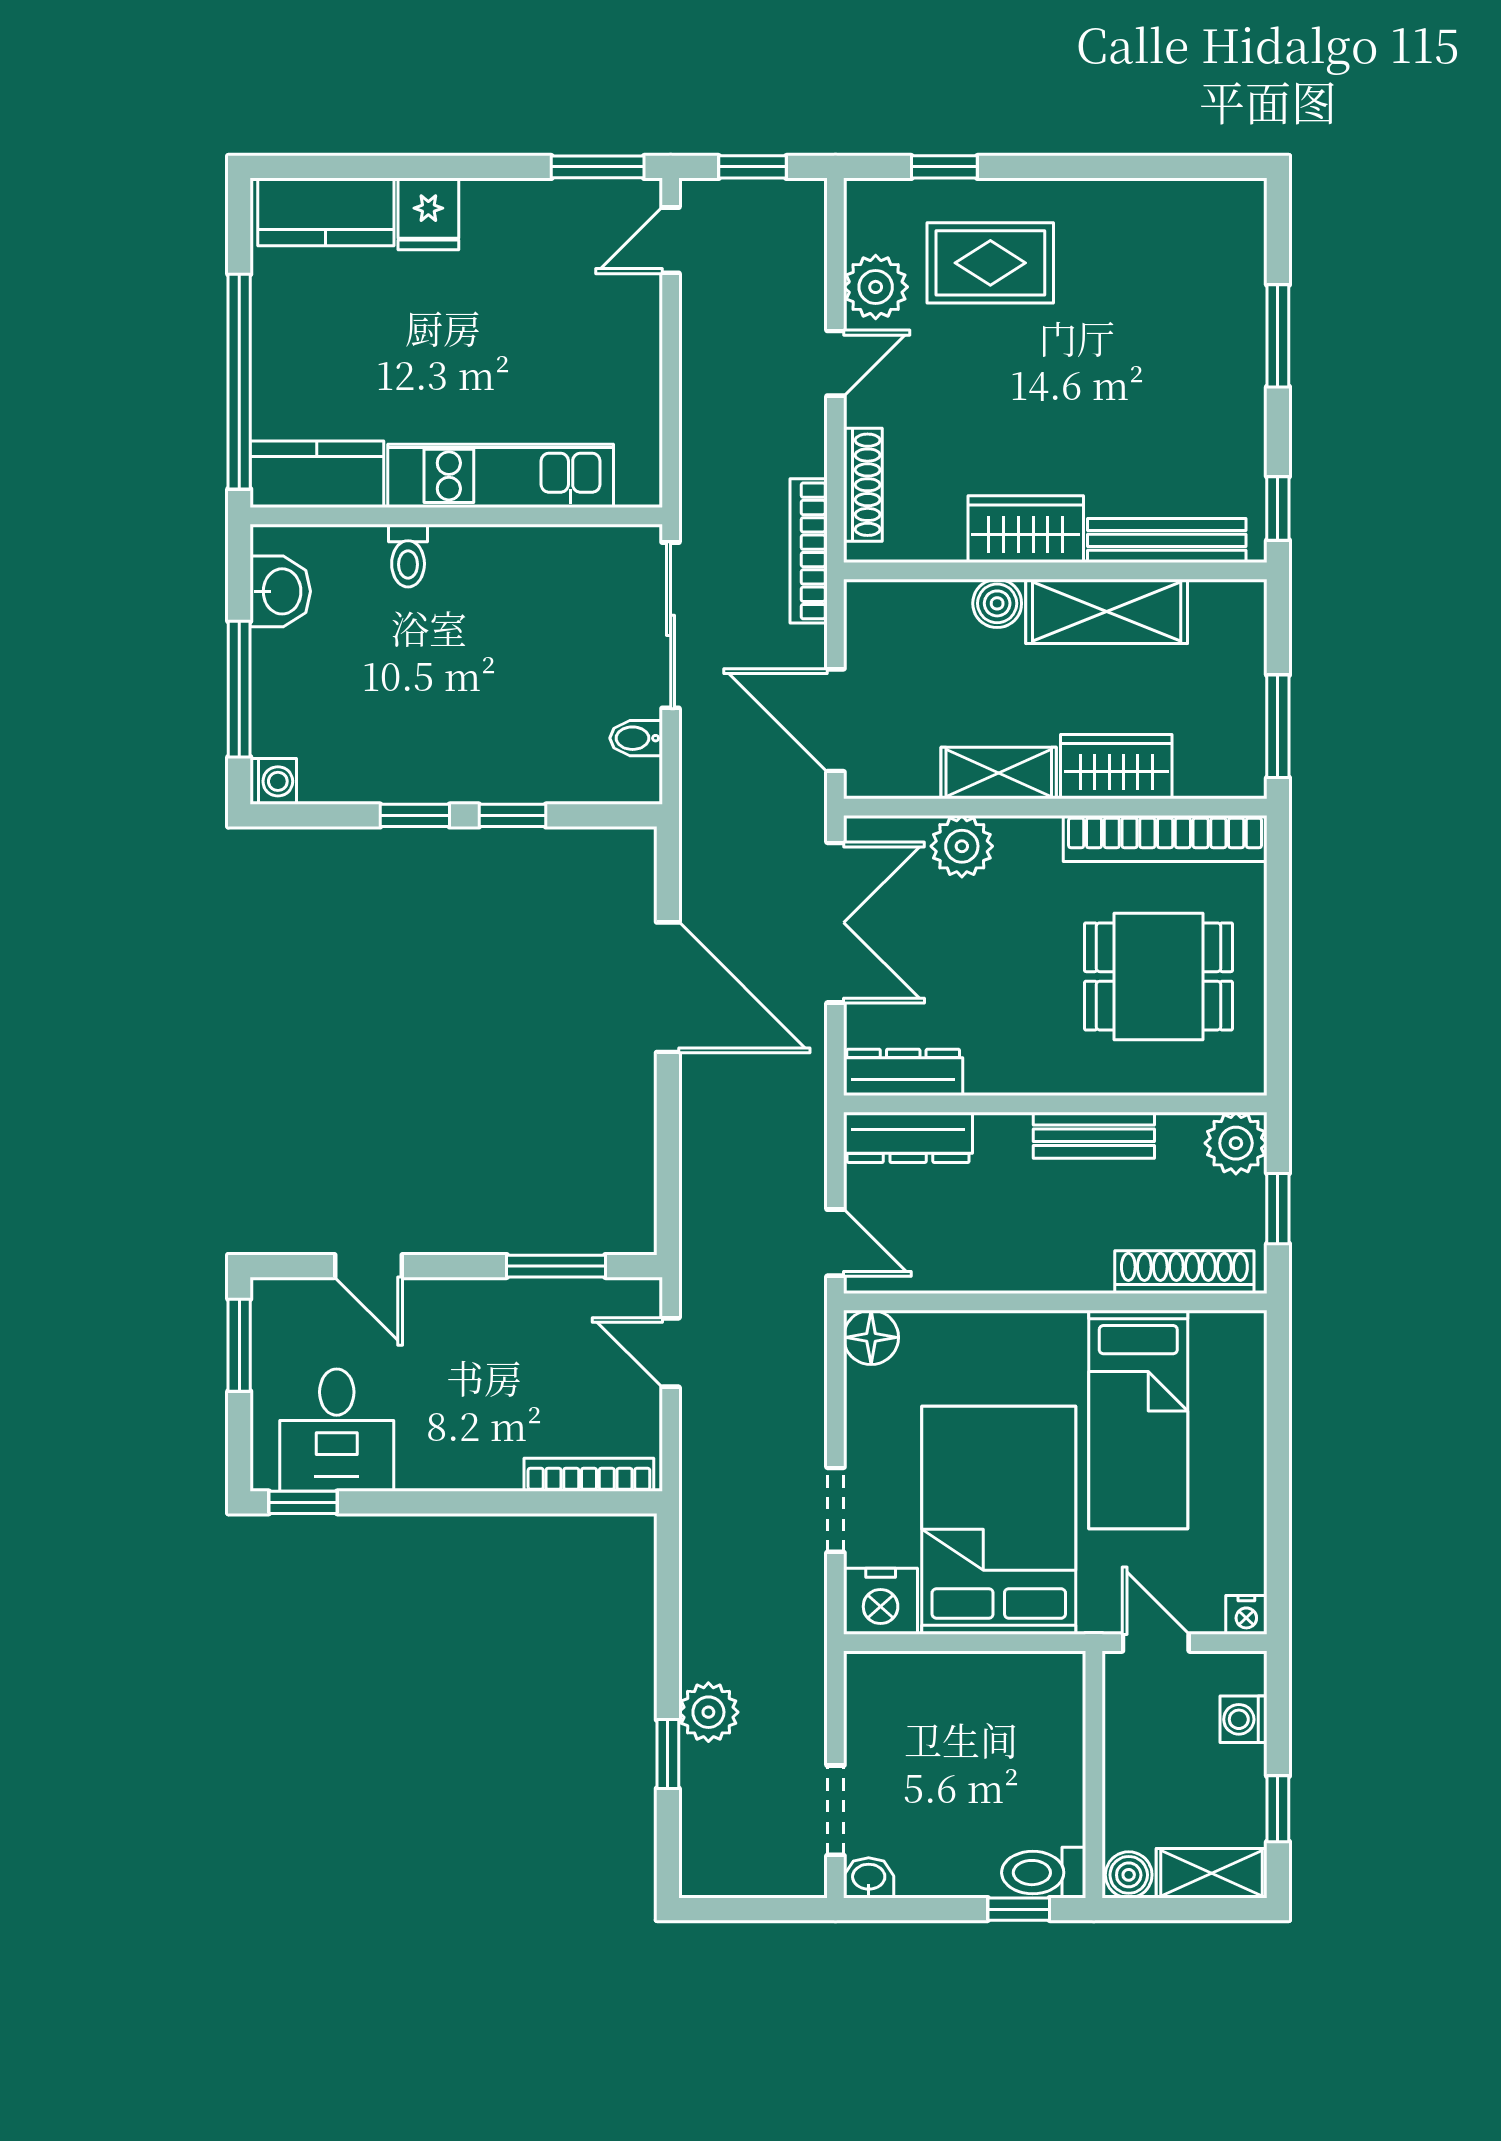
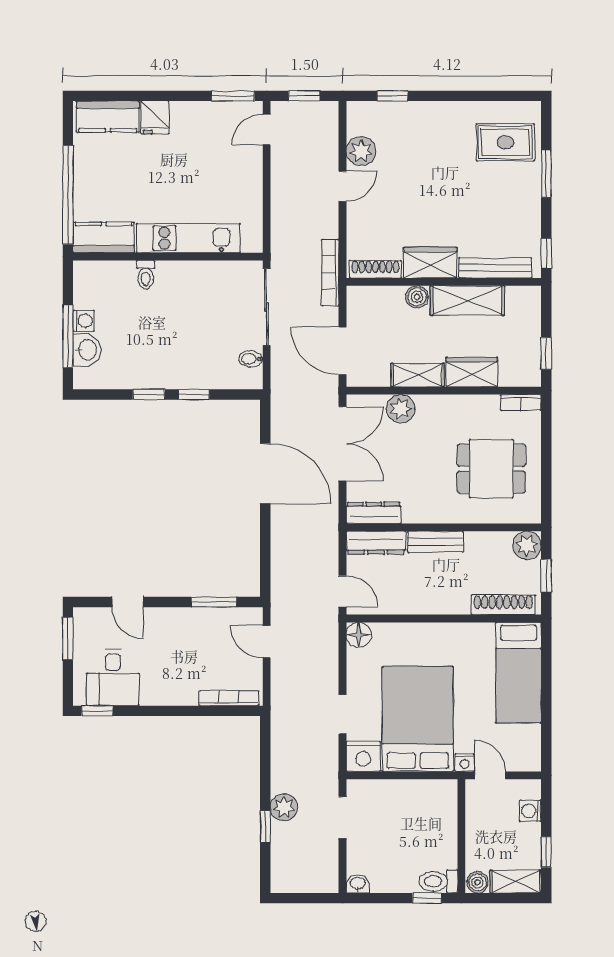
rug: (990, 263) -> (505, 142), moved
shoe rack: (863, 485) -> (375, 269), moved, turned -90
washbasin: (280, 591) -> (87, 350), moved
window: (1278, 726) -> (546, 353), width x0.67
washing machine: (273, 781) -> (84, 321), moved
bookcase: (1165, 839) -> (521, 403), width x0.43, depth x0.76
bench: (1094, 1135) -> (435, 542), moved
bed: (1138, 1420) -> (518, 673), moved
nightstand: (1246, 1615) -> (465, 763), moved
doorway: (835, 1810) -> (342, 818), moved

